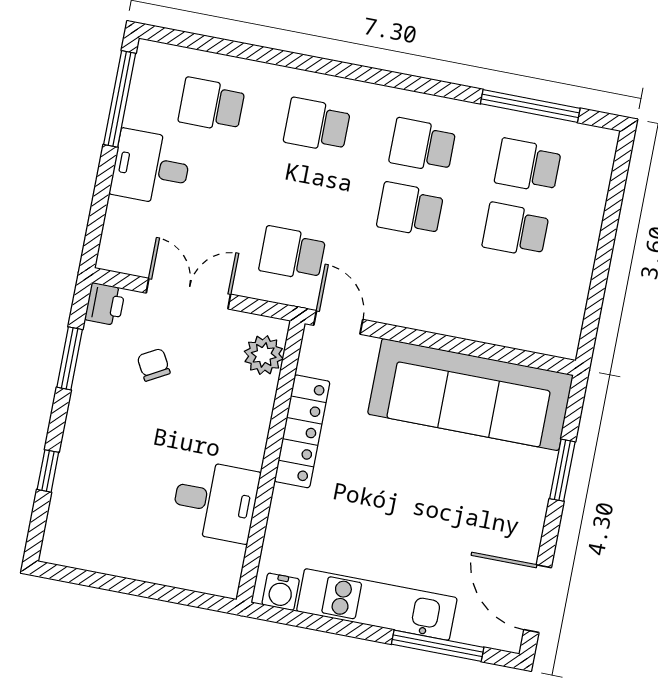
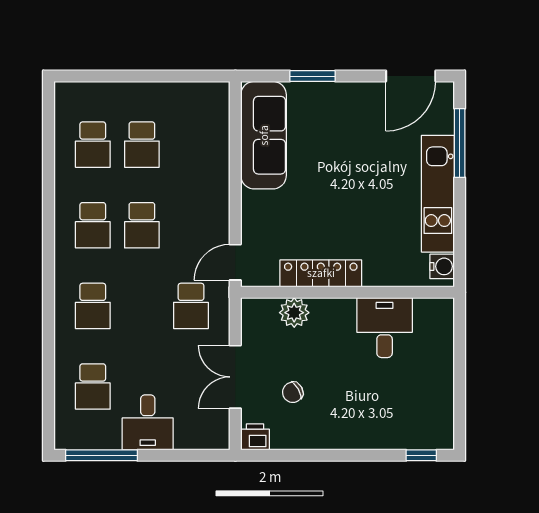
window: (530, 106) -> (48, 151), removed
plant: (264, 355) -> (294, 313), moved
window: (70, 358) -> (300, 455), removed
sofa: (470, 395) -> (264, 135), width x0.74, depth x0.79
window: (48, 471) -> (421, 455), moved

